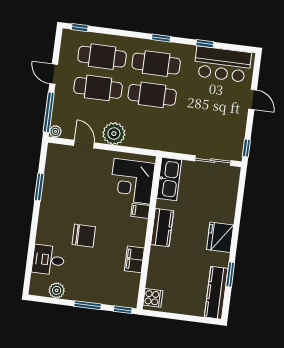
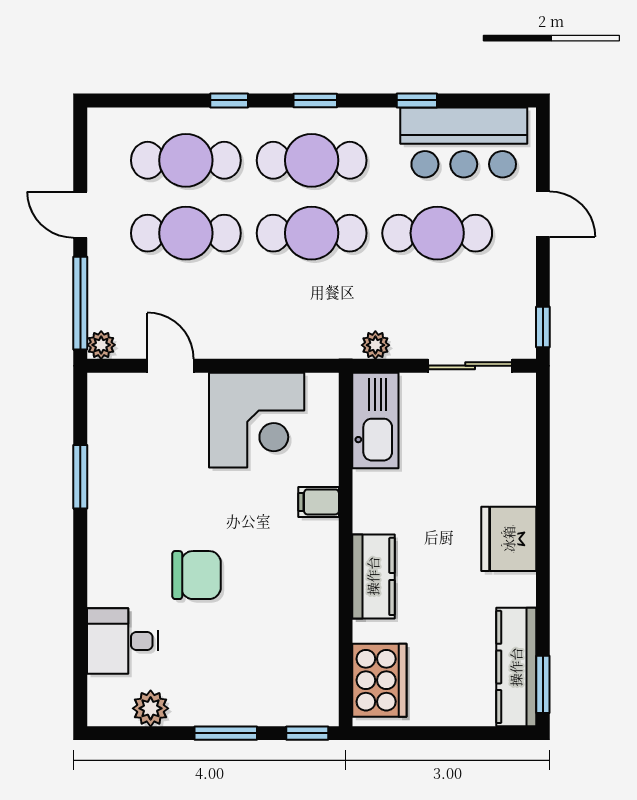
window: (80, 28) -> (229, 100), moved
cafe table: (206, 102) -> (437, 233), added
plant: (114, 134) -> (375, 345), moved, width x0.53, depth x0.53
corner desk: (132, 181) -> (257, 420), moved, turned -90
kitchen counter: (162, 228) -> (373, 576), moved
filing cabinet: (134, 259) -> (319, 615), removed
window: (230, 275) -> (543, 684), moved
cooker: (153, 298) -> (379, 680), width x1.87, depth x1.31

